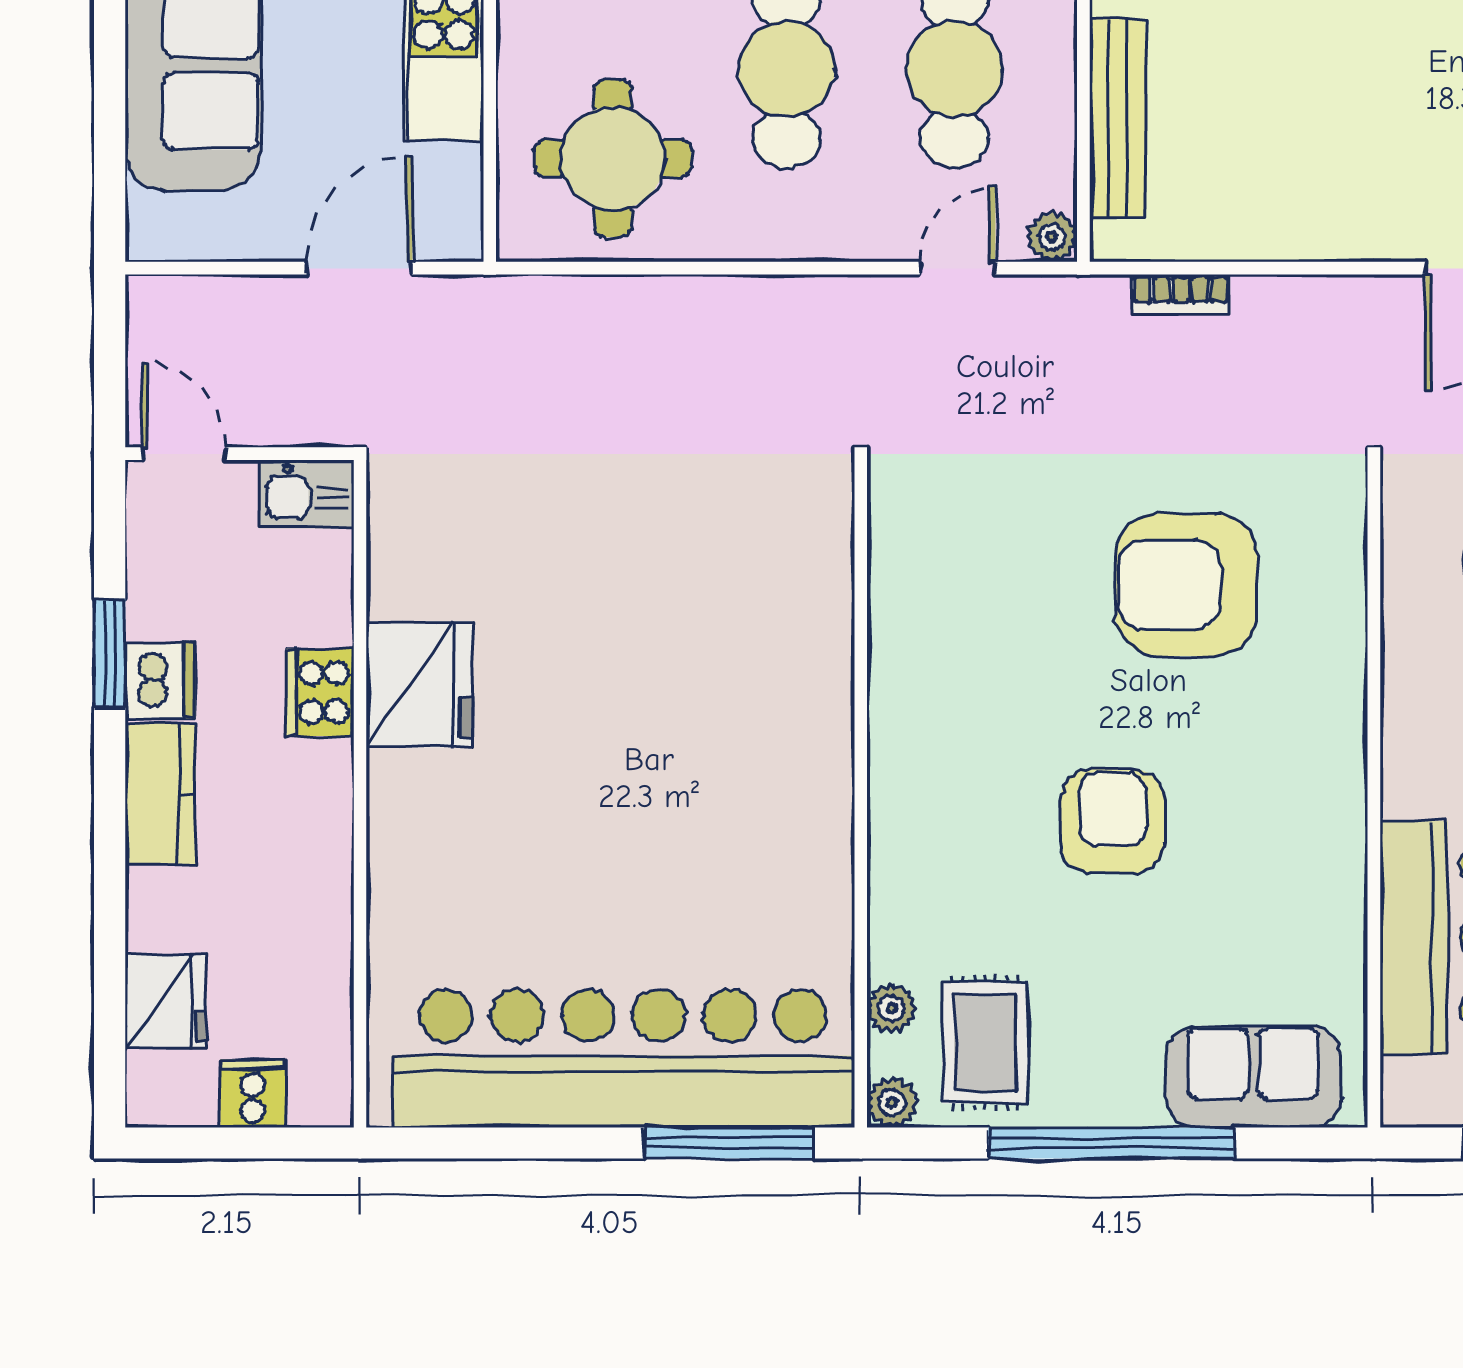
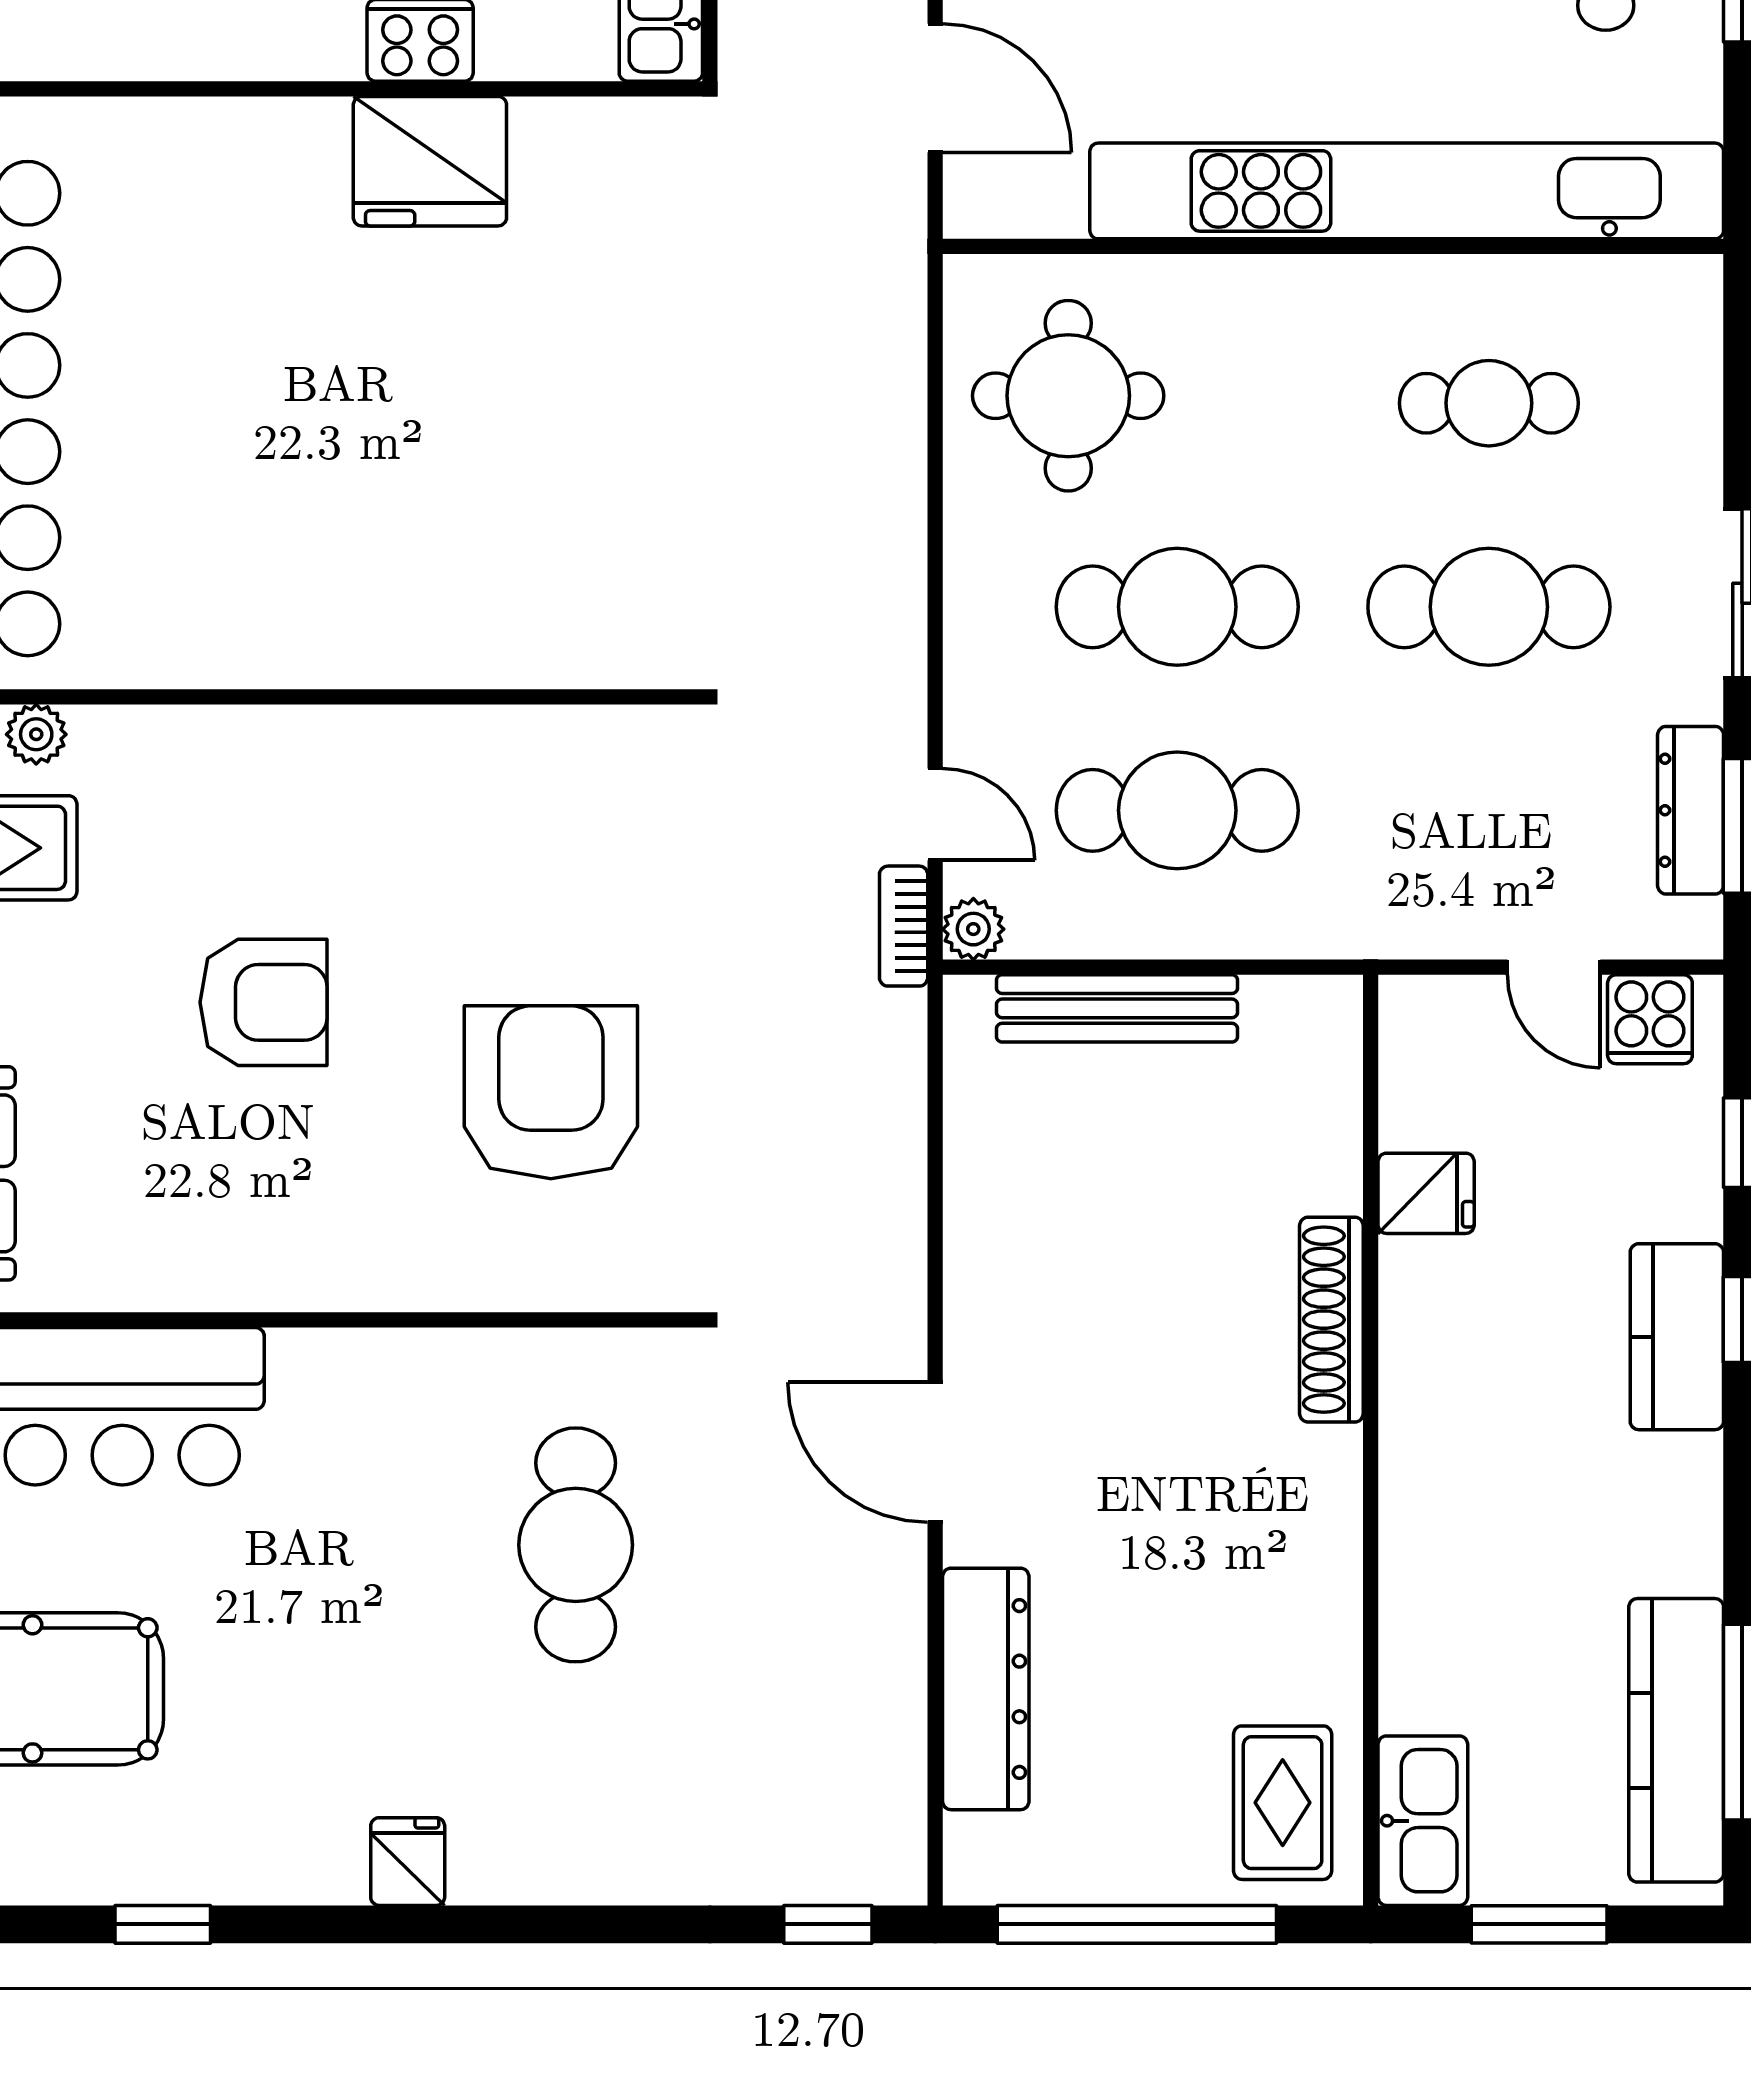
bookcase: (1181, 294) -> (904, 926), moved

